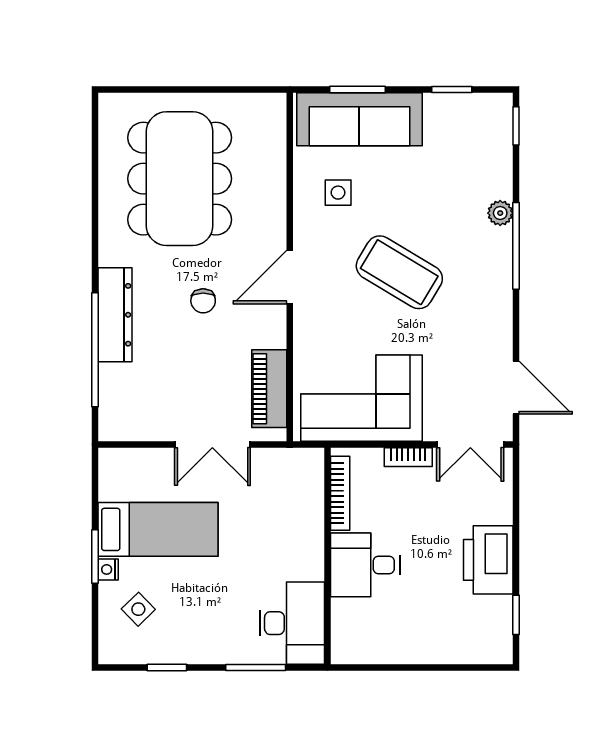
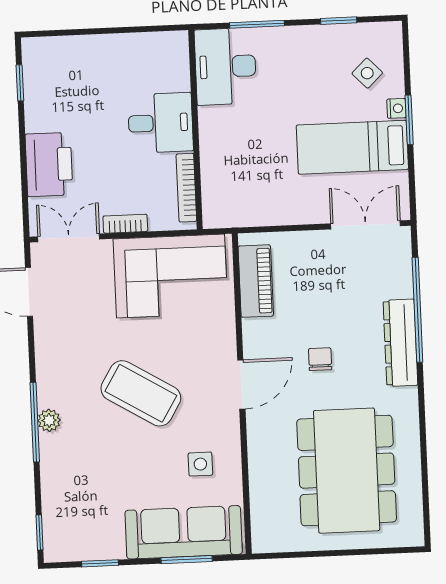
plant: (500, 213) -> (49, 420), moved
double door: (212, 444) -> (365, 225), moved
printer: (488, 560) -> (49, 165), moved

